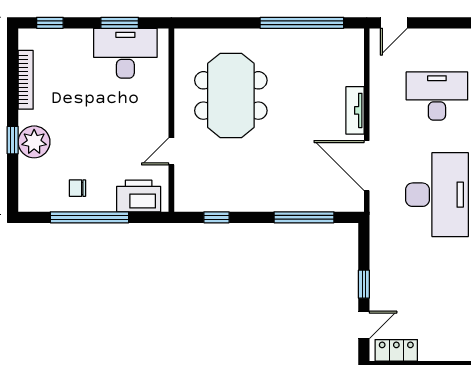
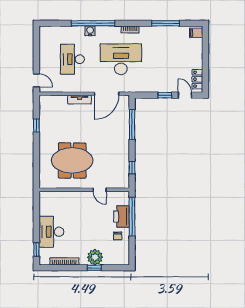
window: (120, 23) -> (36, 215), removed
window: (302, 23) -> (36, 126), width x0.32
desk: (125, 53) -> (51, 232), moved
printer: (139, 196) -> (122, 216), moved
window: (89, 217) -> (132, 217), moved

